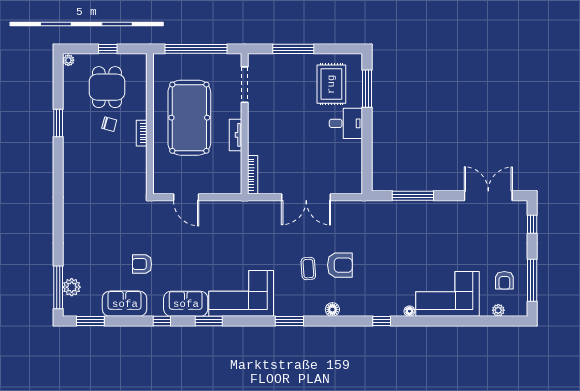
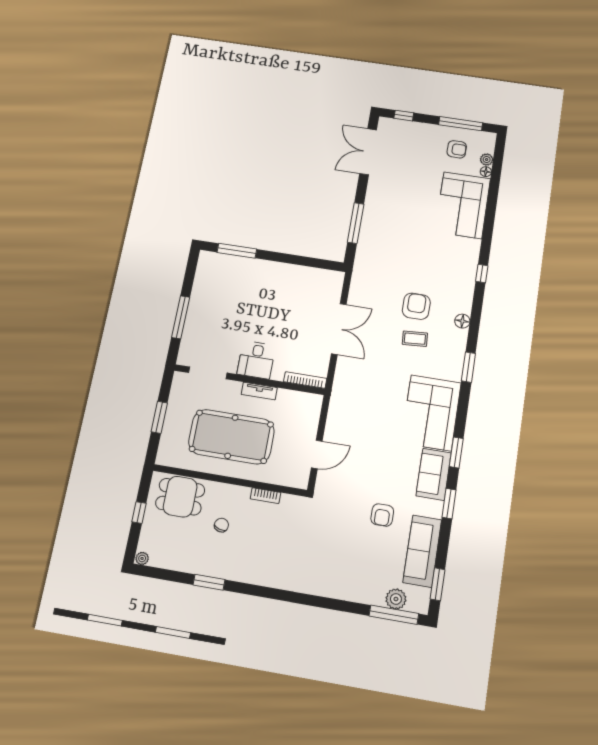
window: (196, 49) -> (159, 417), width x0.47
rug: (331, 84) -> (225, 285), removed
dining table: (107, 87) -> (180, 497), moved
desk: (346, 123) -> (256, 360), moved, turned 180
bookcase: (142, 133) -> (265, 496), moved
sofa: (125, 304) -> (422, 551), width x1.36
floor lamp: (409, 311) -> (486, 172), moved
window: (162, 321) -> (449, 504), width x1.50

